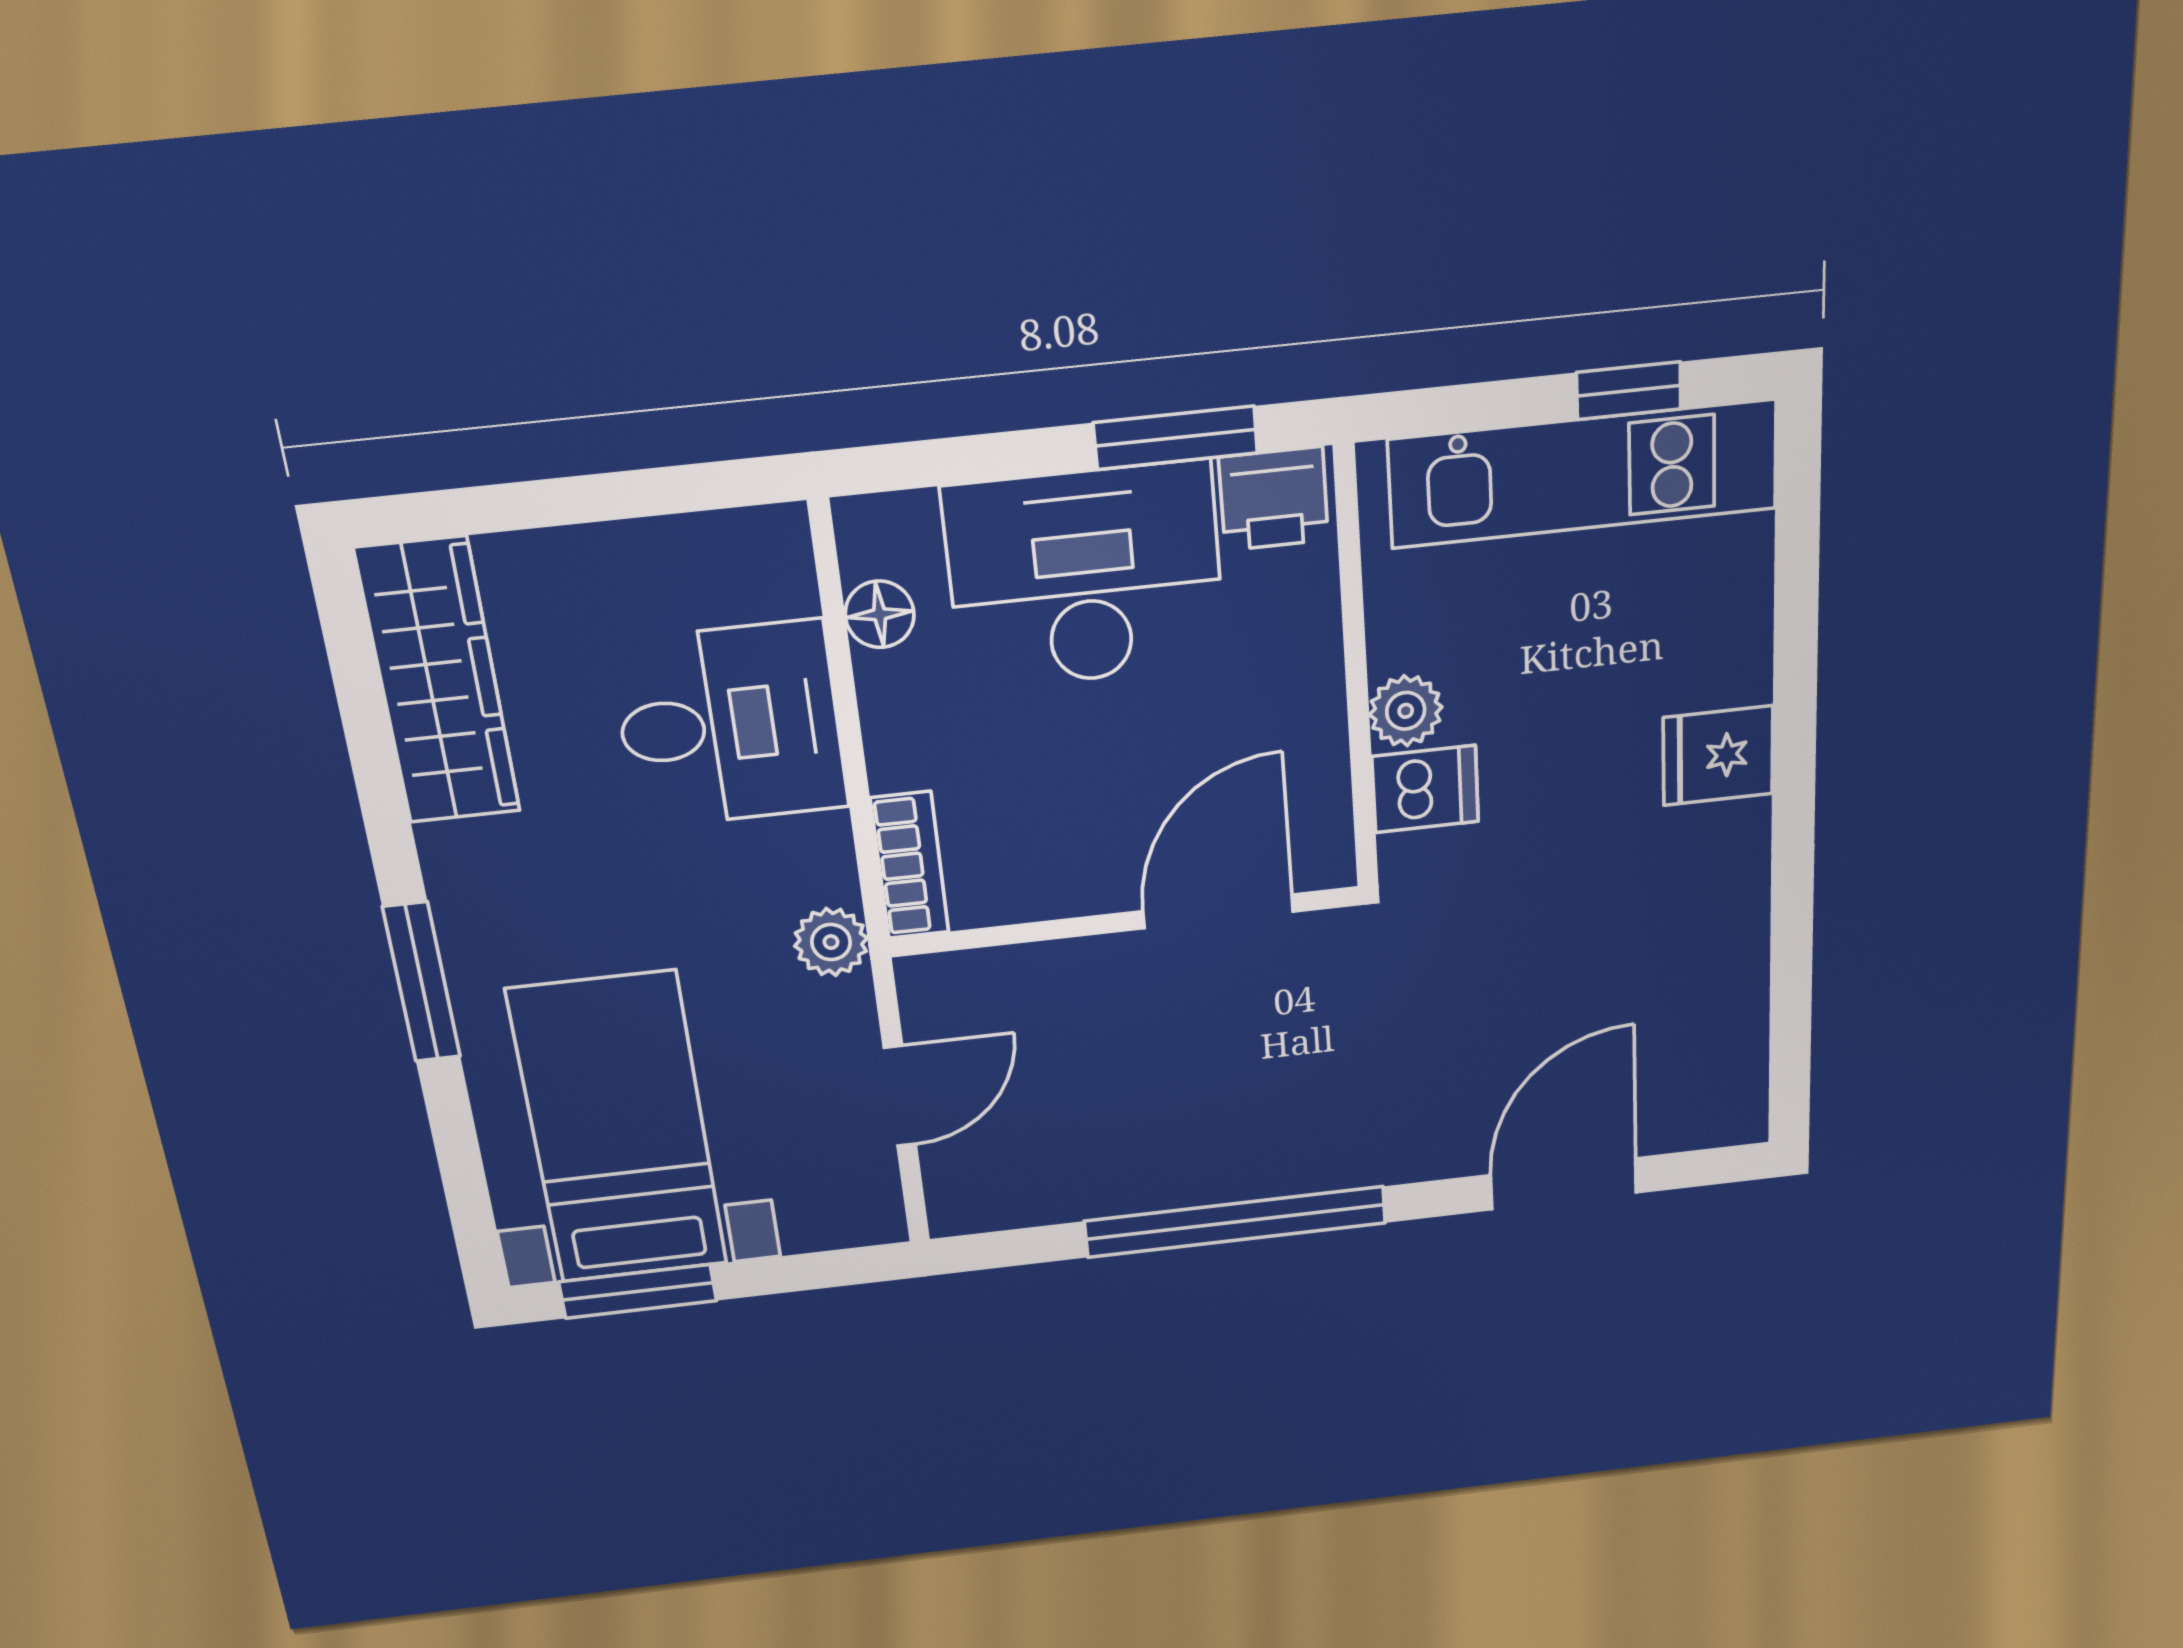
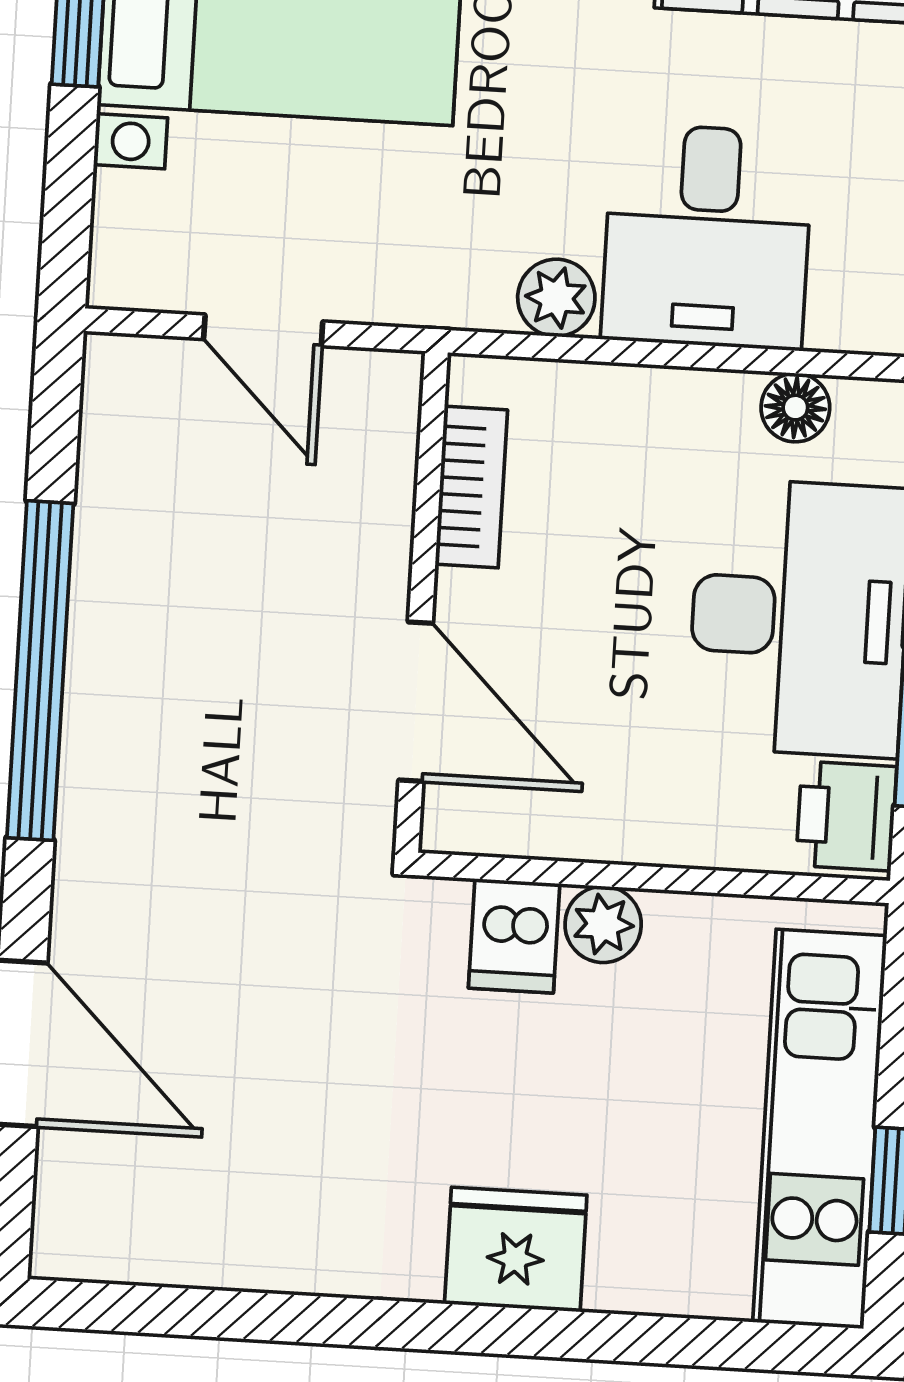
fridge: (1718, 756) -> (516, 1249), width x1.38
bookcase: (910, 865) -> (471, 487), moved, turned -90
plant: (831, 942) -> (556, 298), moved

